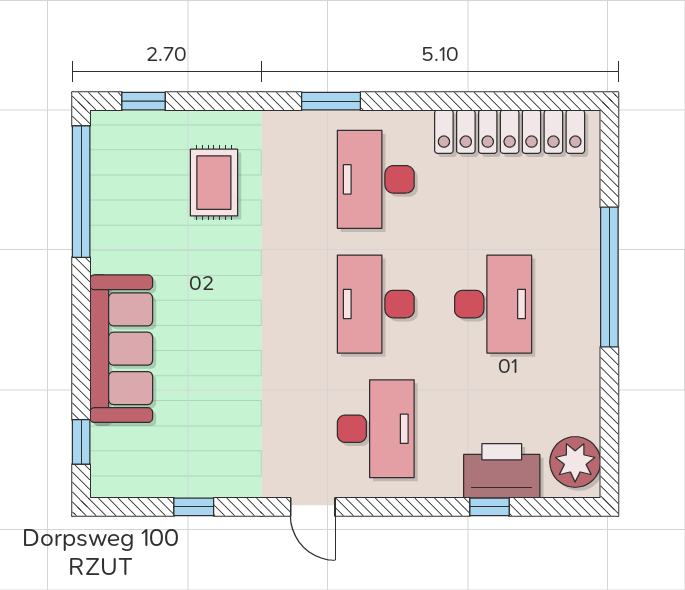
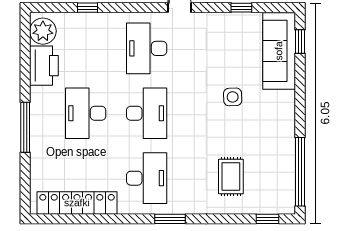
window: (609, 277) -> (25, 127), width x0.68
side table: (211, 335) -> (233, 97), added
sofa: (121, 349) -> (279, 51), moved
printer: (502, 471) -> (44, 66), moved, turned -90

